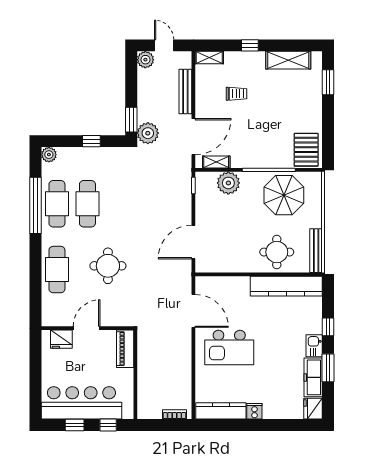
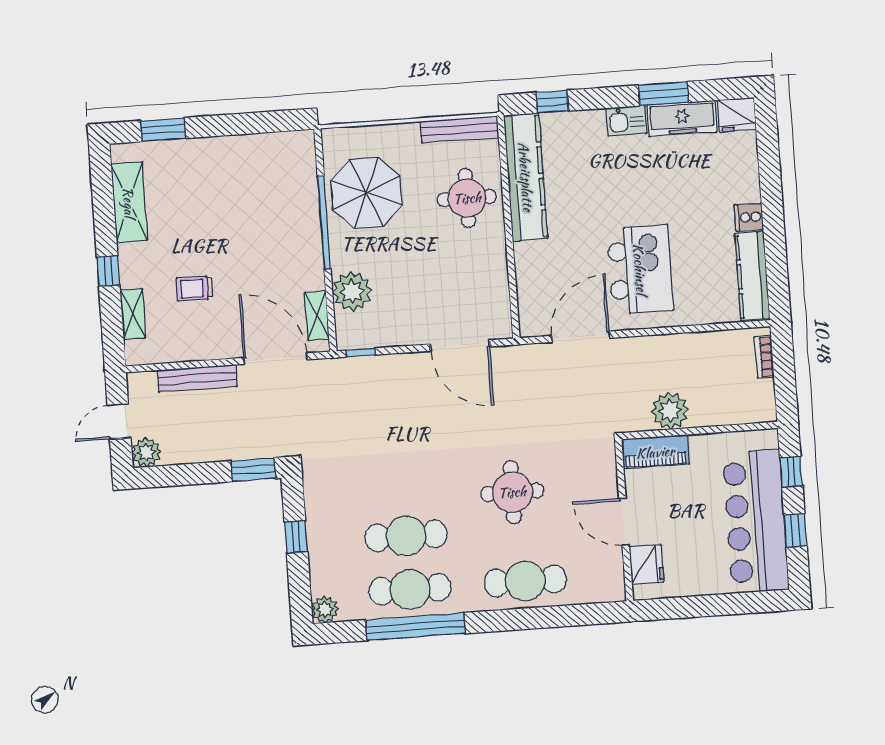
shelving: (209, 58) -> (133, 314), moved
trolley: (237, 94) -> (195, 288), turned -90
plant: (148, 133) -> (670, 411), moved
pallet: (306, 150) -> (284, 159), removed
window: (328, 327) -> (552, 102), moved

